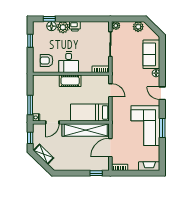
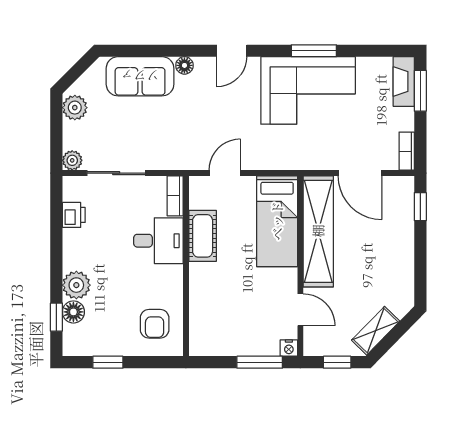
printer: (75, 26) -> (74, 215), moved
desk: (69, 62) -> (158, 241), moved
cot: (70, 81) -> (203, 236), moved
window: (145, 173) -> (420, 91), added

